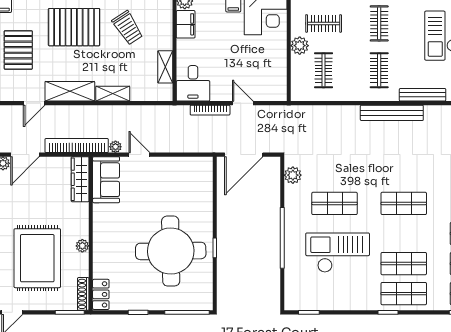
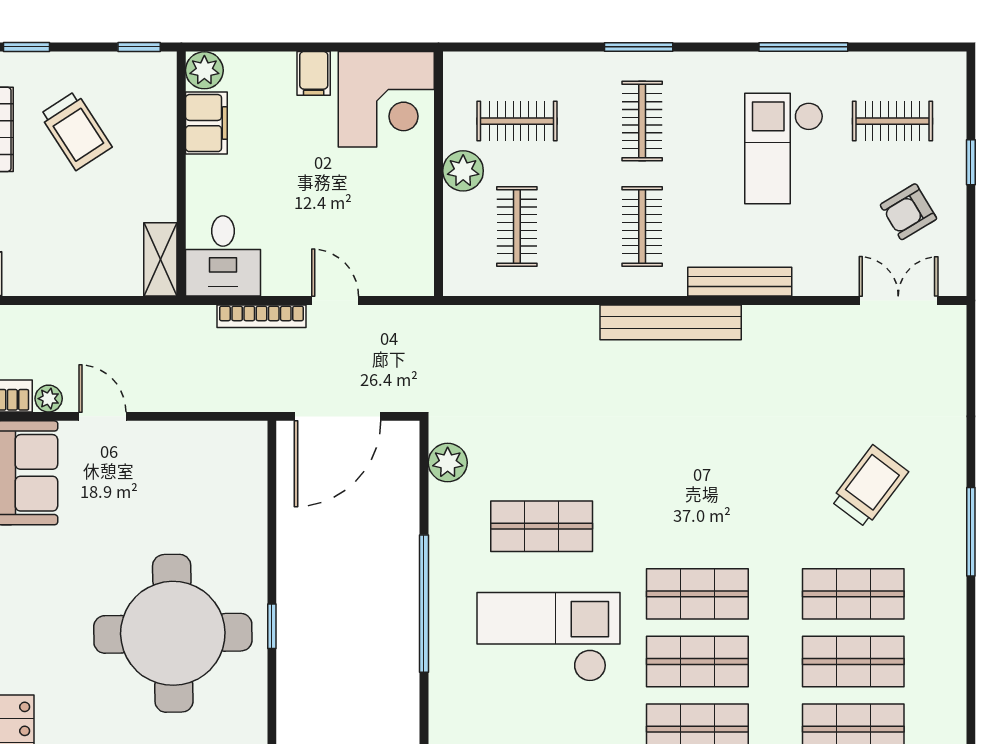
shelving: (165, 67) -> (160, 259), moved
shelving: (113, 94) -> (43, 279), removed
shop shelf: (404, 203) -> (697, 594), moved

